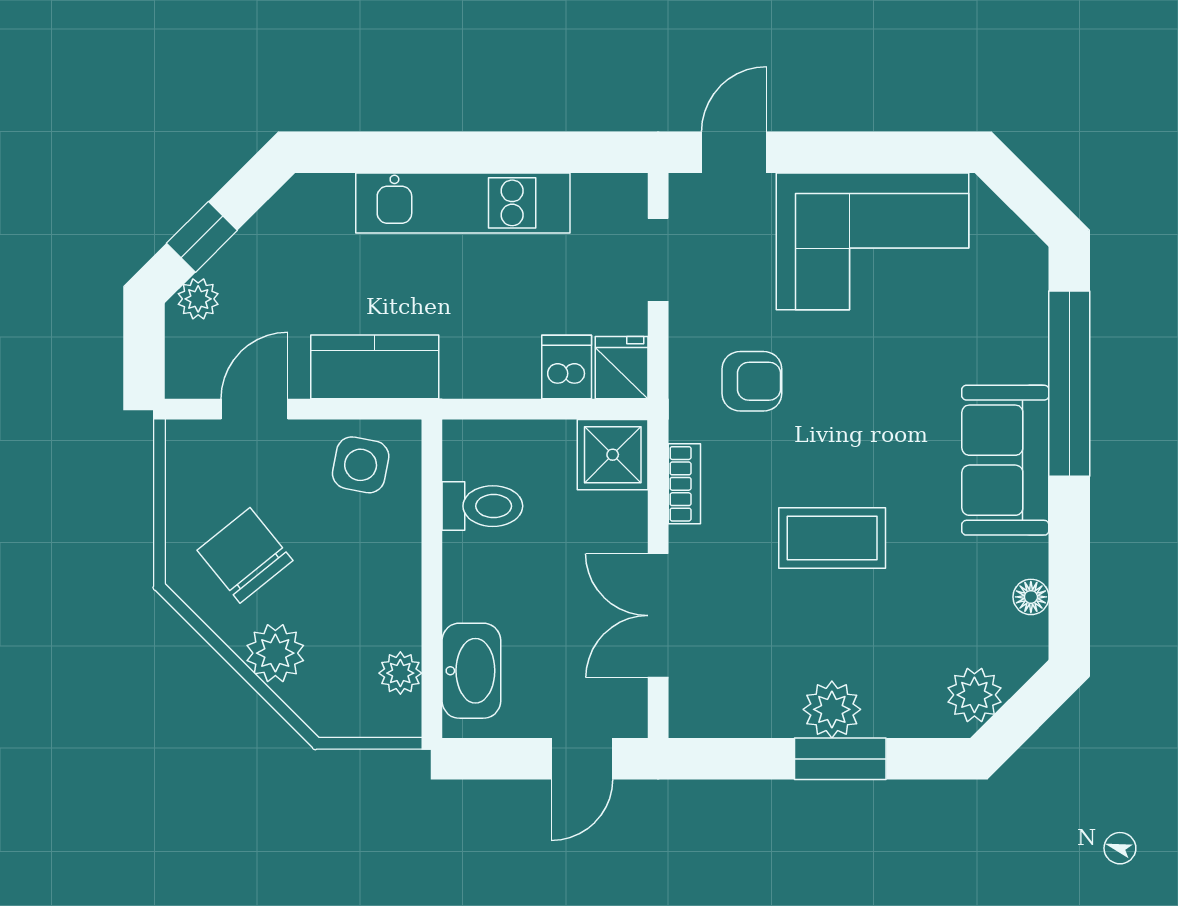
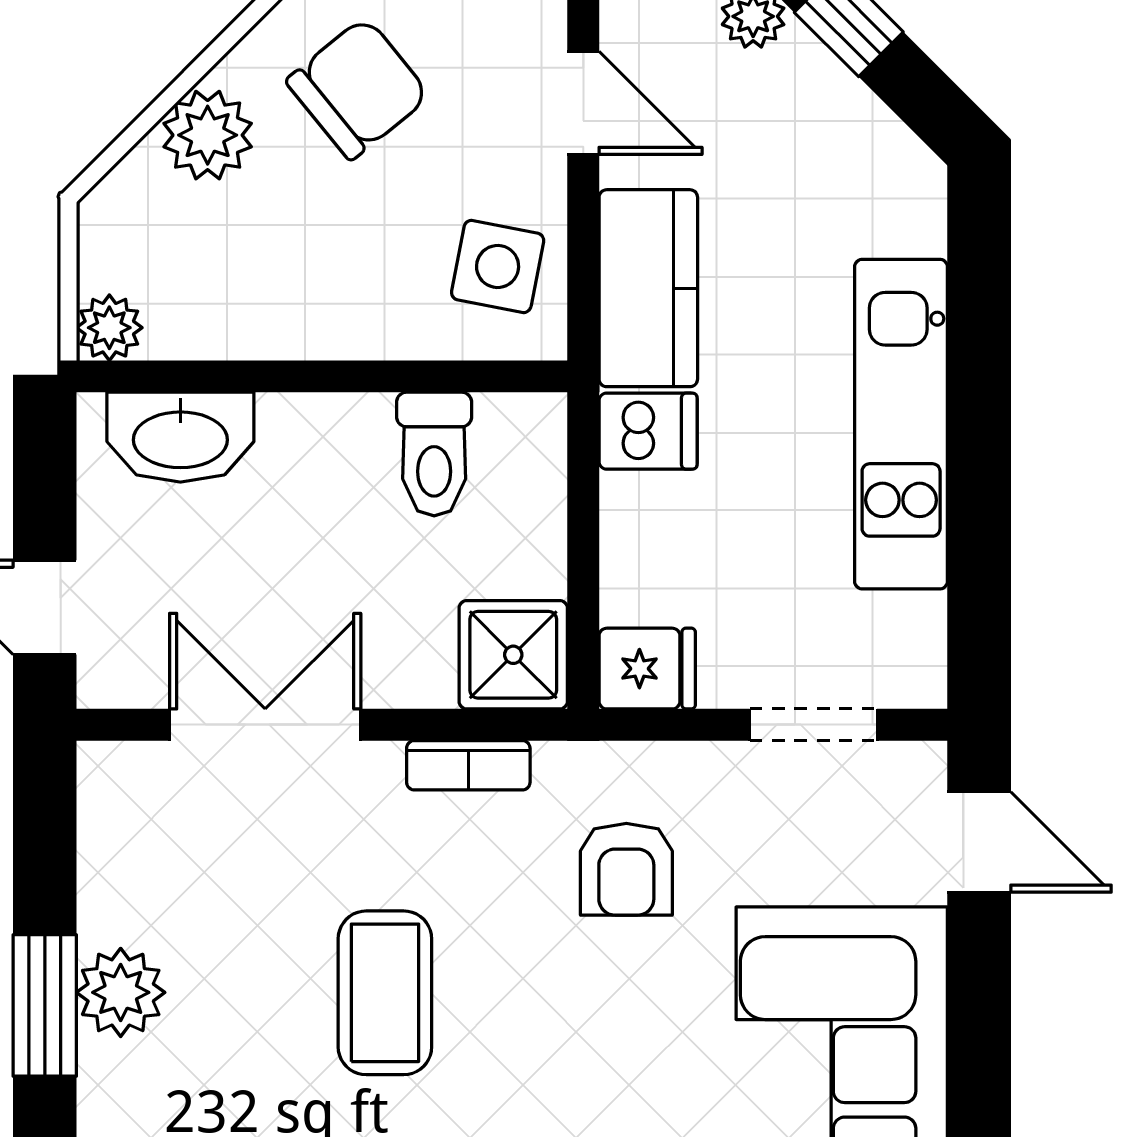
dishwasher: (567, 367) -> (648, 431), moved
plant: (400, 673) -> (109, 328), moved

